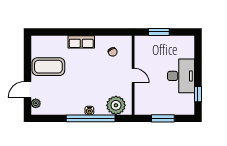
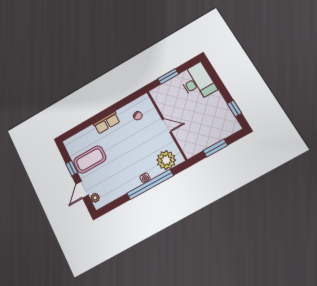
window: (28, 65) -> (72, 168), added
desk: (181, 76) -> (197, 82), moved

